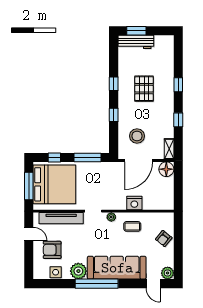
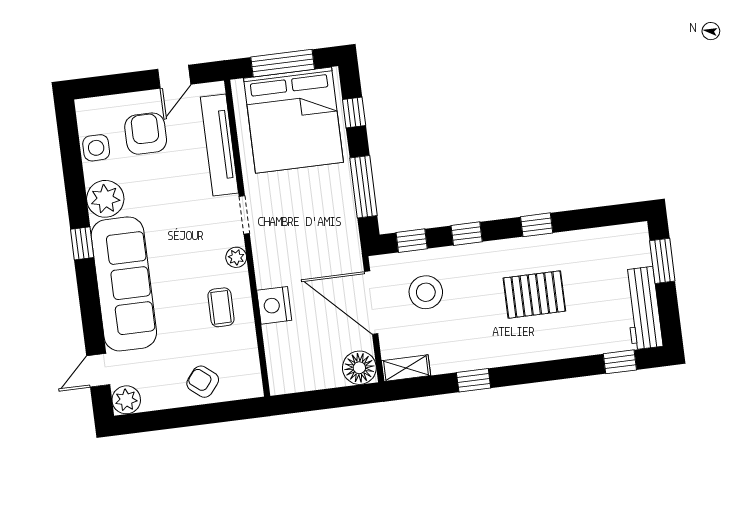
workbench: (136, 42) -> (643, 308), moved
window: (178, 85) -> (620, 362), moved
window: (114, 139) -> (412, 241), added
window: (97, 284) -> (82, 243), width x0.32

